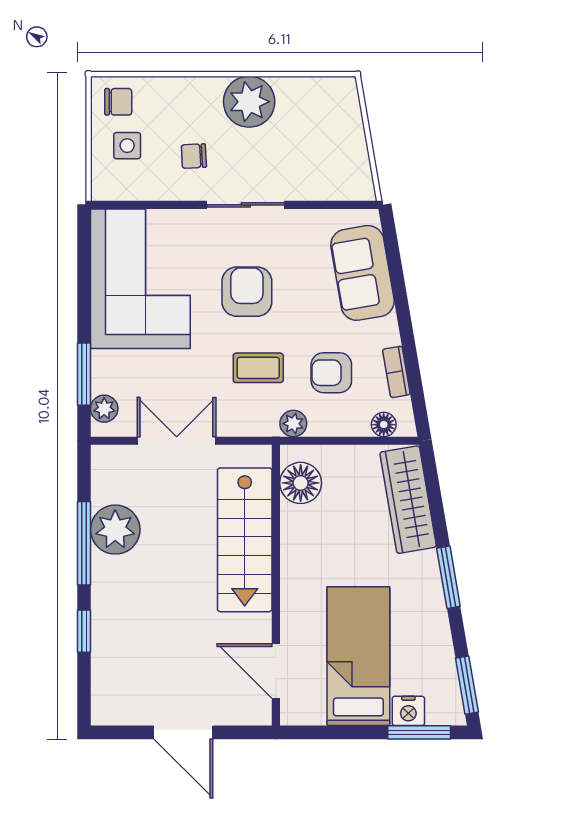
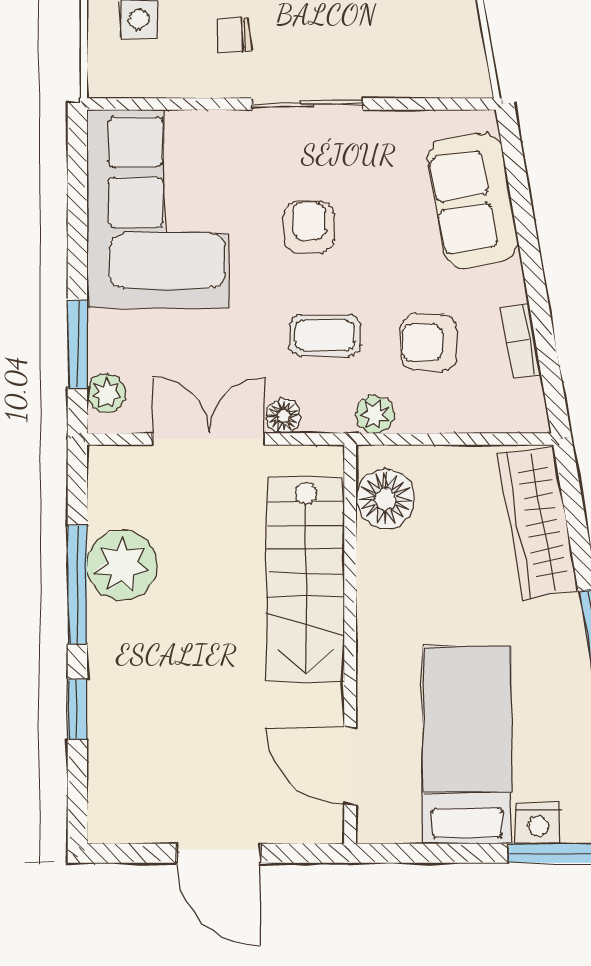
armchair: (247, 292) -> (309, 227), width x0.72, depth x0.72
floor lamp: (384, 425) -> (283, 416), moved

